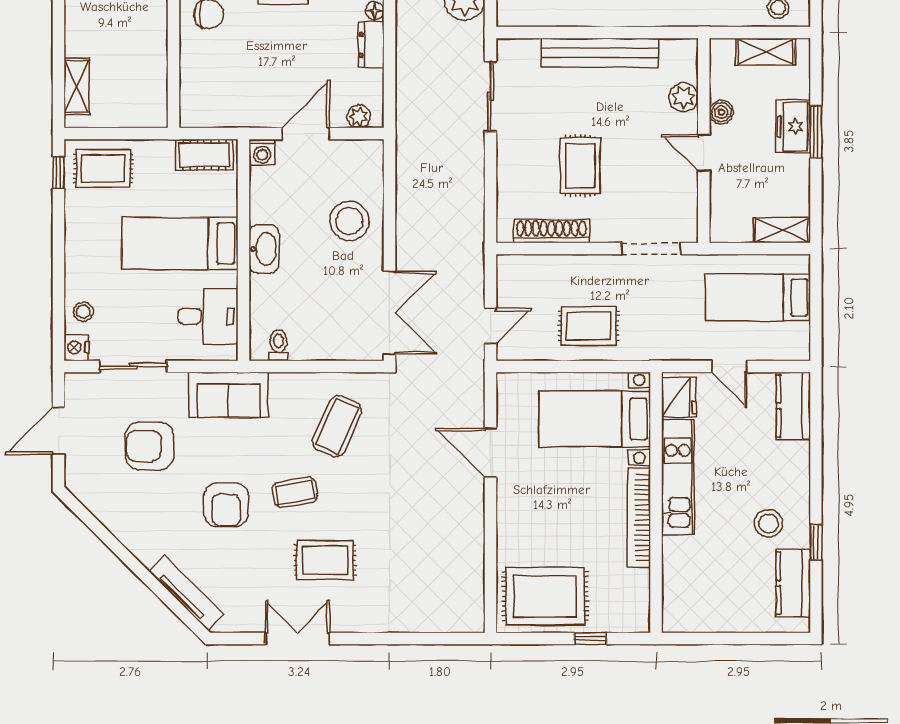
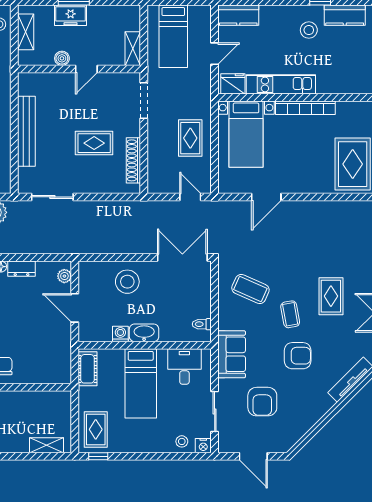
plant: (684, 97) -> (53, 81), removed
washing machine: (262, 152) -> (120, 334), moved, turned -90
shelving: (782, 230) -> (133, 49), moved

